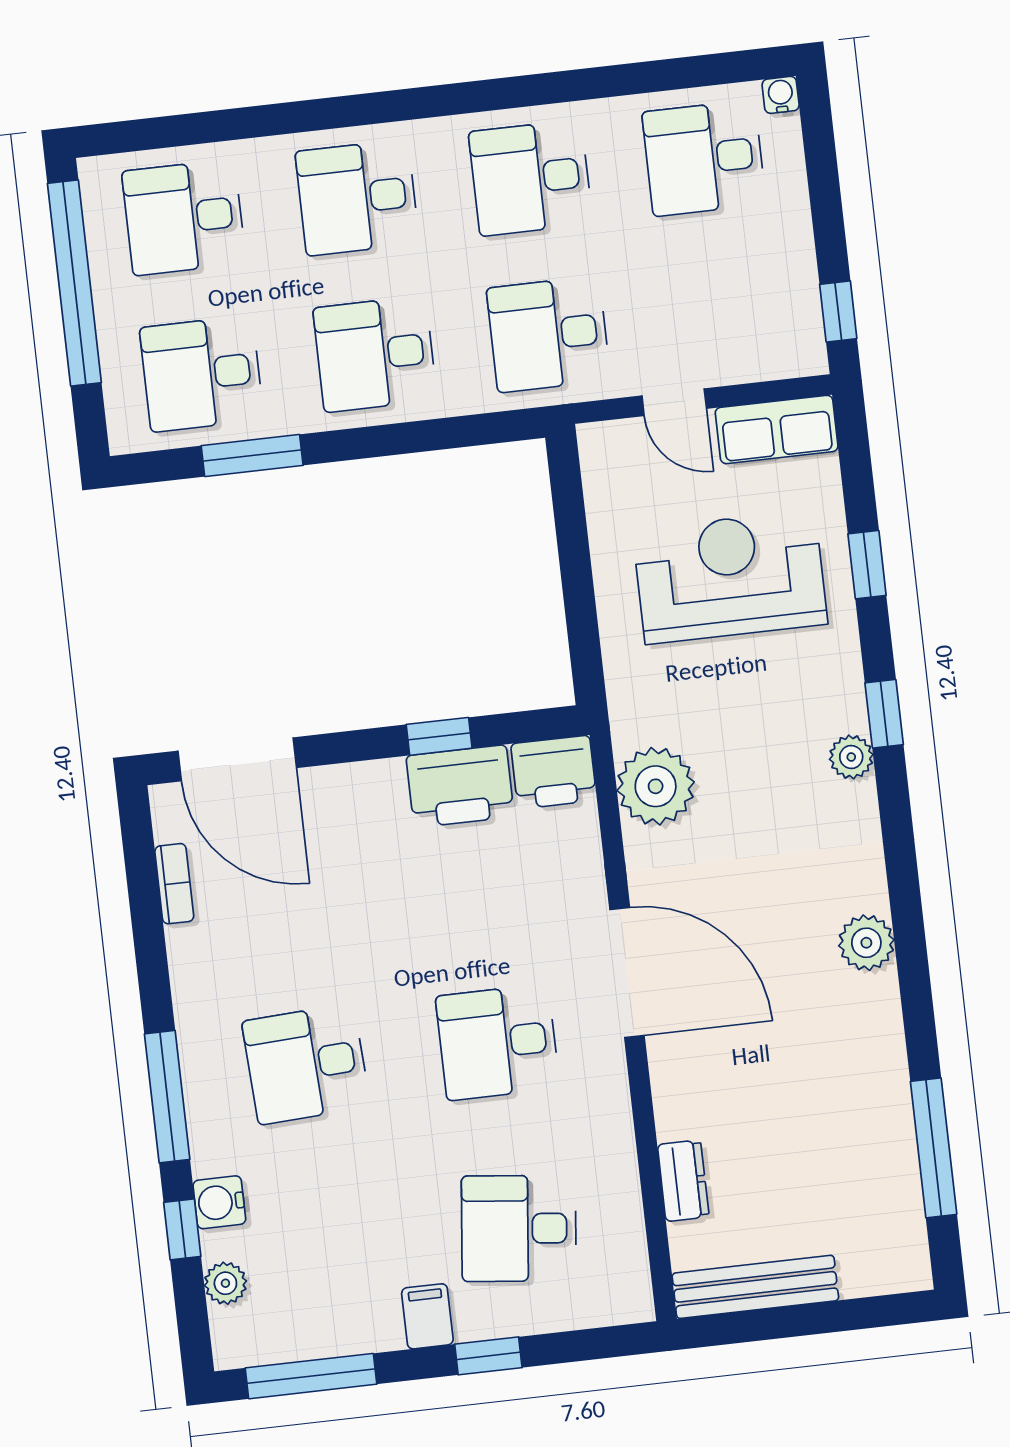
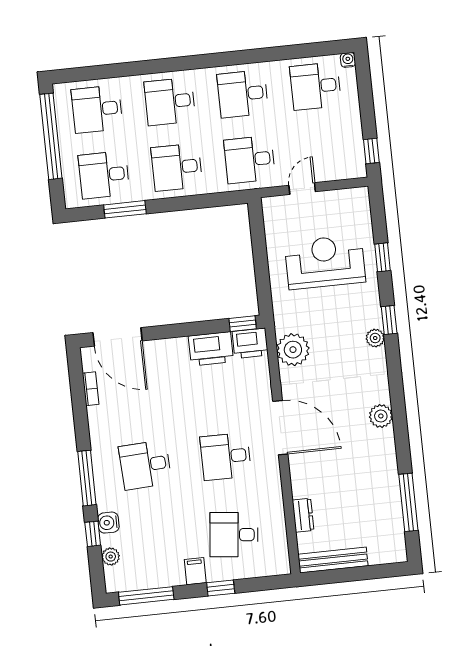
door: (674, 402) -> (302, 189), swing flipped
row of seats: (777, 429) -> (345, 200), removed
window: (439, 736) -> (243, 324), moved

